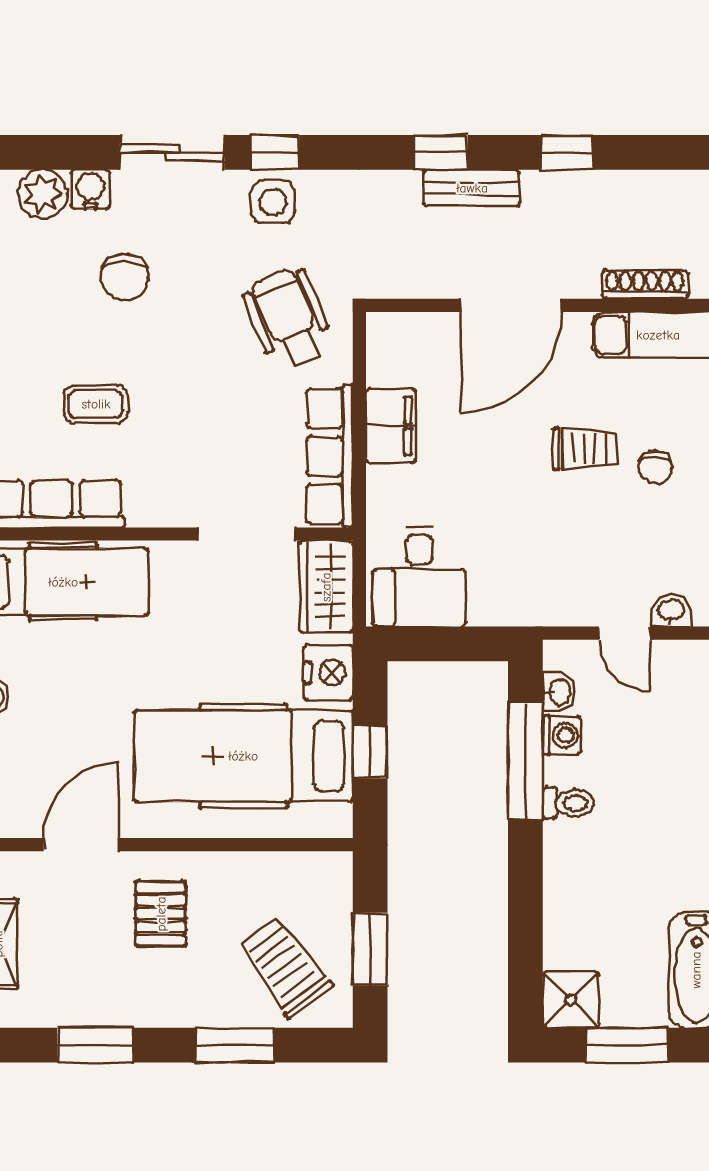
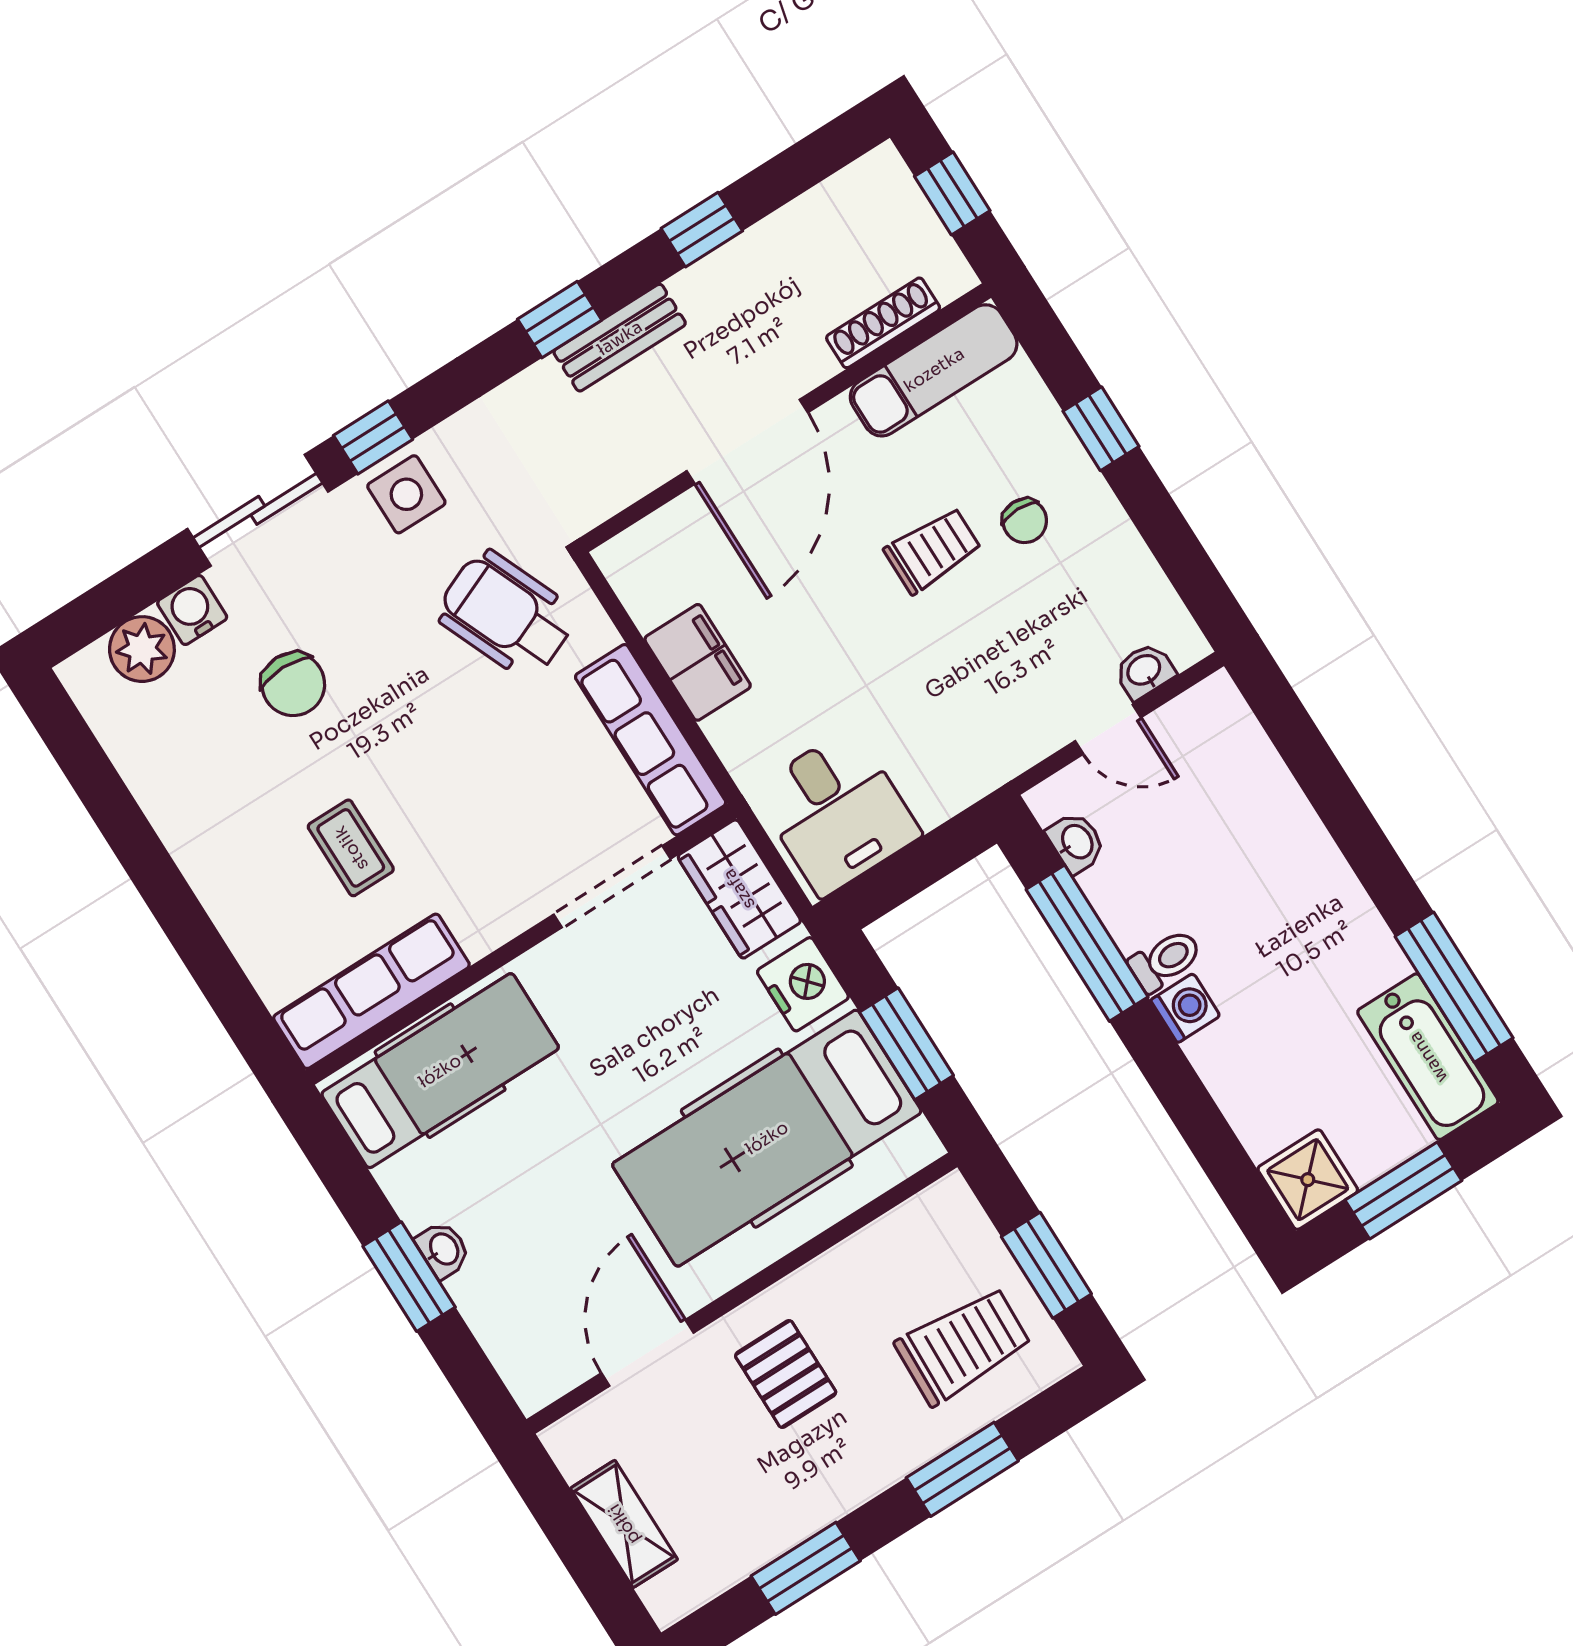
coffee table: (96, 404) -> (351, 848), turned 90
washing machine: (562, 735) -> (1185, 1008), moved
window: (370, 752) -> (906, 1044), width x1.50
trolley: (285, 967) -> (963, 1346), turned 128

